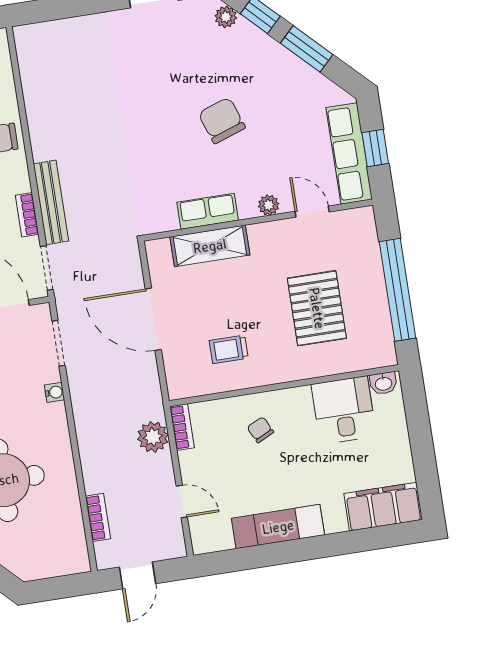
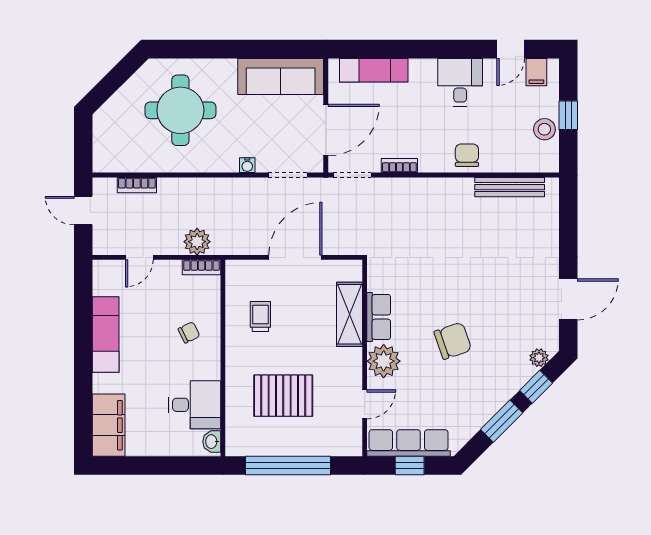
bench: (51, 202) -> (510, 187), moved
plant: (269, 205) -> (384, 361), width x1.88, depth x1.88

